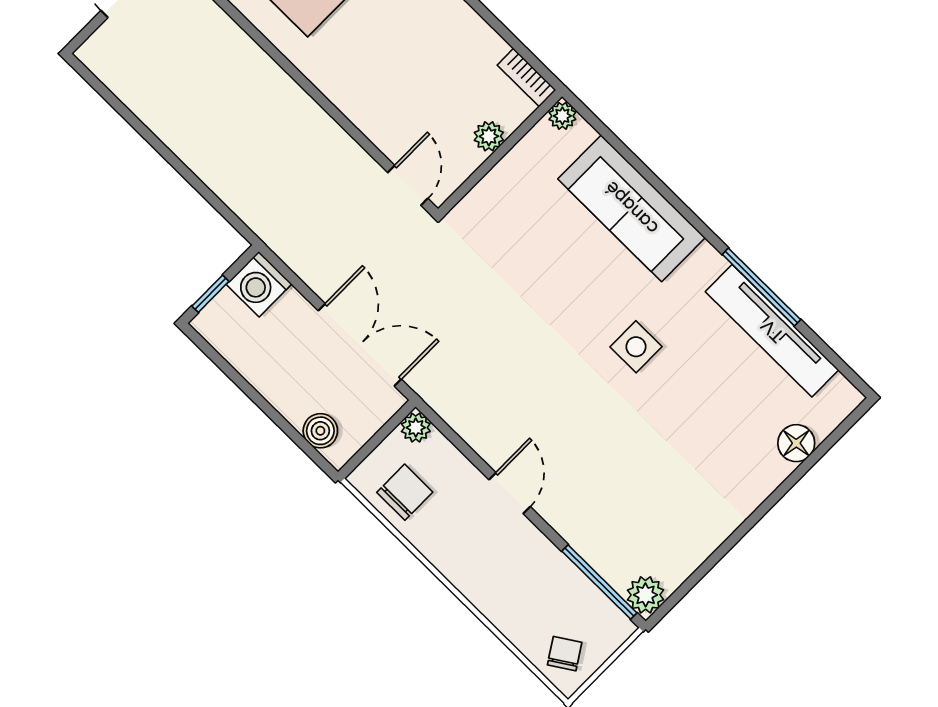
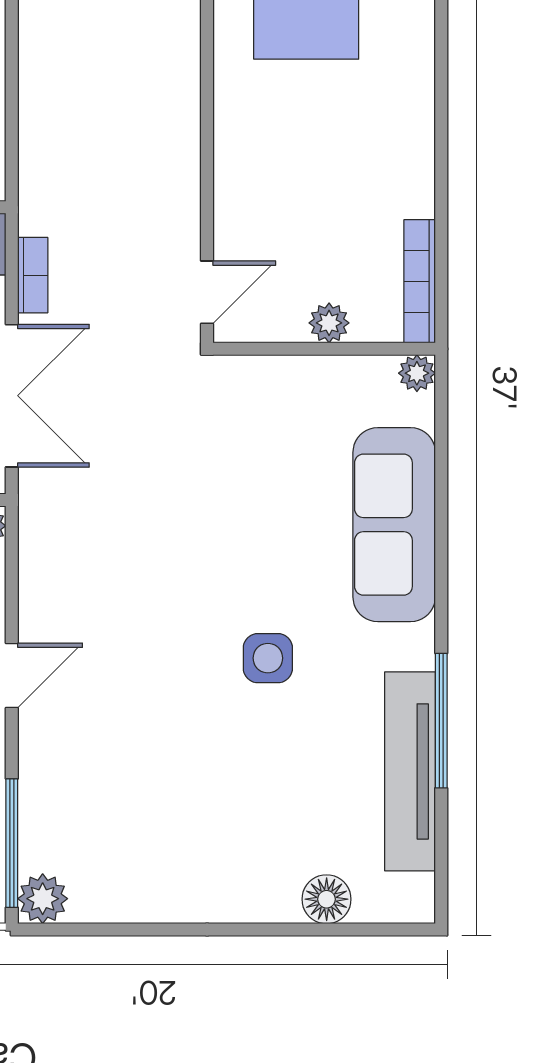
bookcase: (527, 77) -> (420, 281), width x1.56
bookcase: (306, 270) -> (33, 275), added

